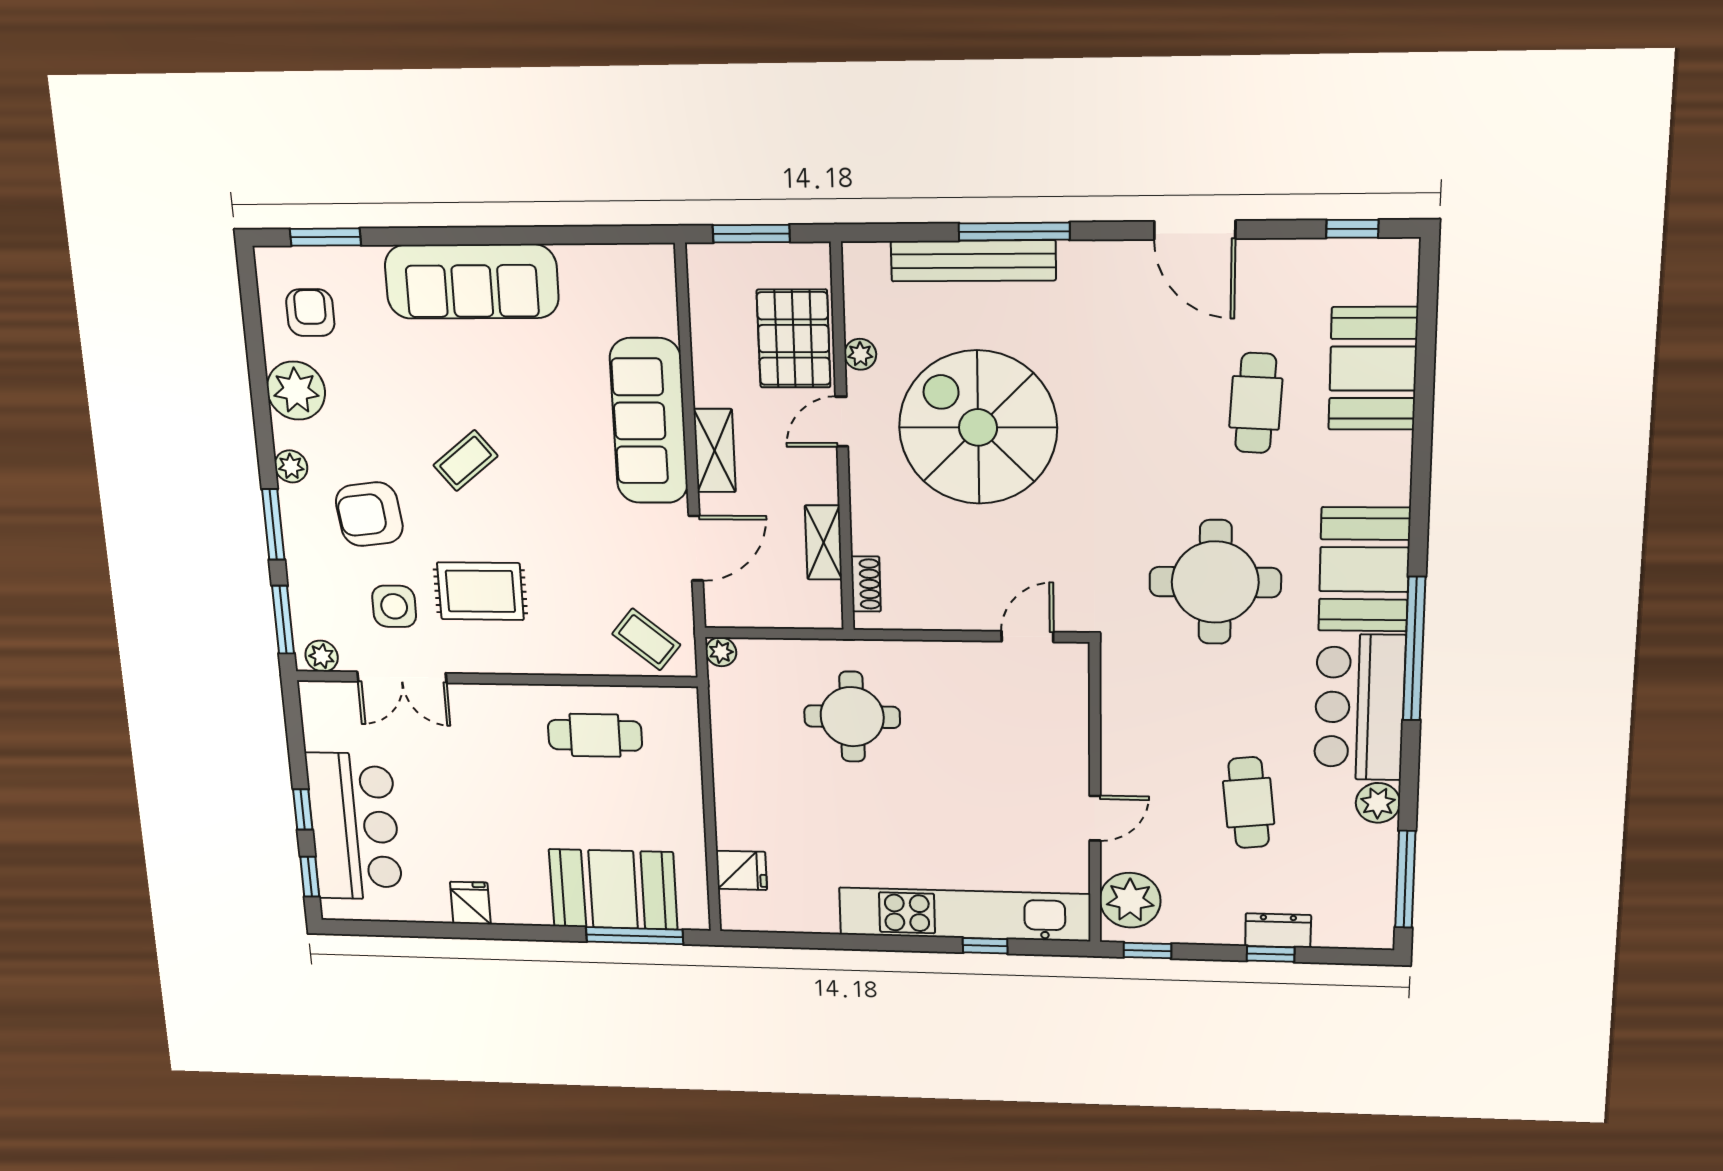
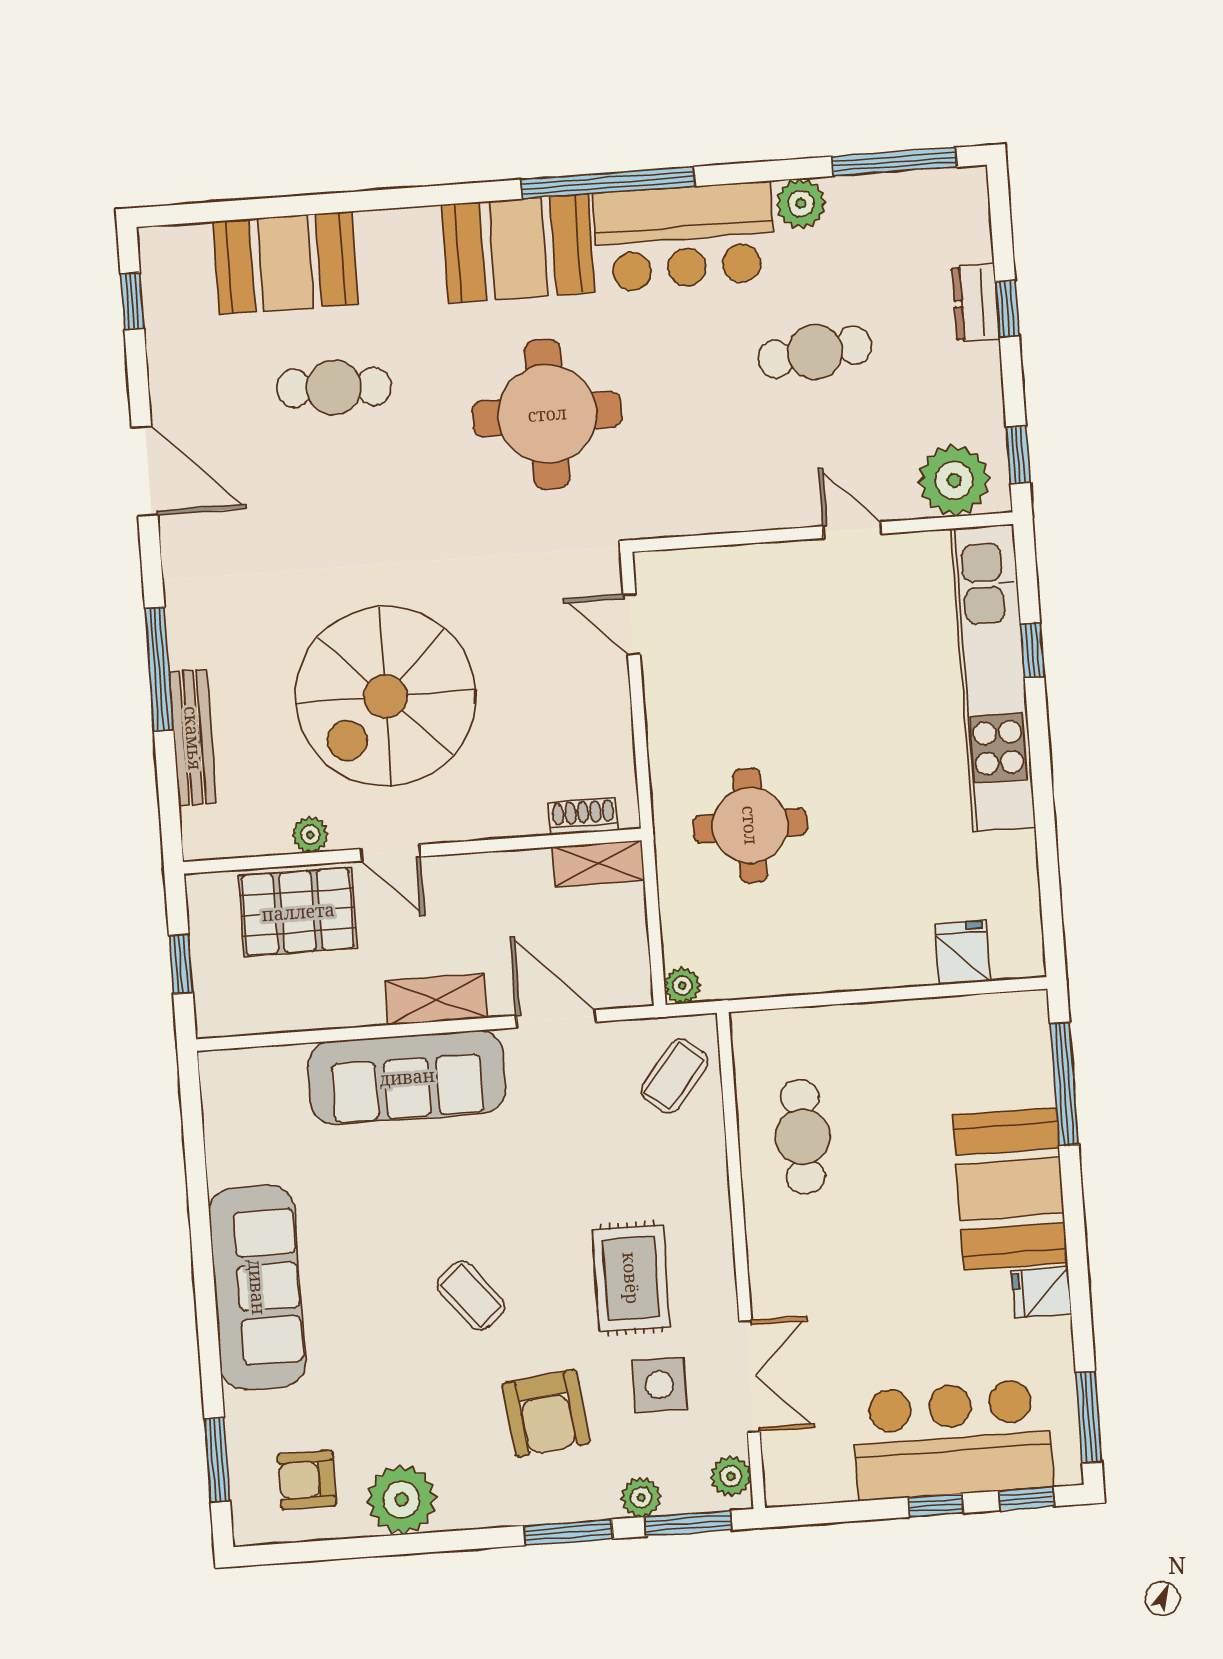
door: (1195, 230) -> (145, 471), hinge flipped
window: (751, 234) -> (181, 964), width x0.67
bench: (973, 261) -> (193, 738), width x0.73, depth x0.82
plant: (291, 466) -> (641, 1497), moved
shelving: (823, 542) -> (598, 864), moved
booth: (613, 889) -> (1010, 1189), moved
window: (374, 928) -> (1089, 1417), added

